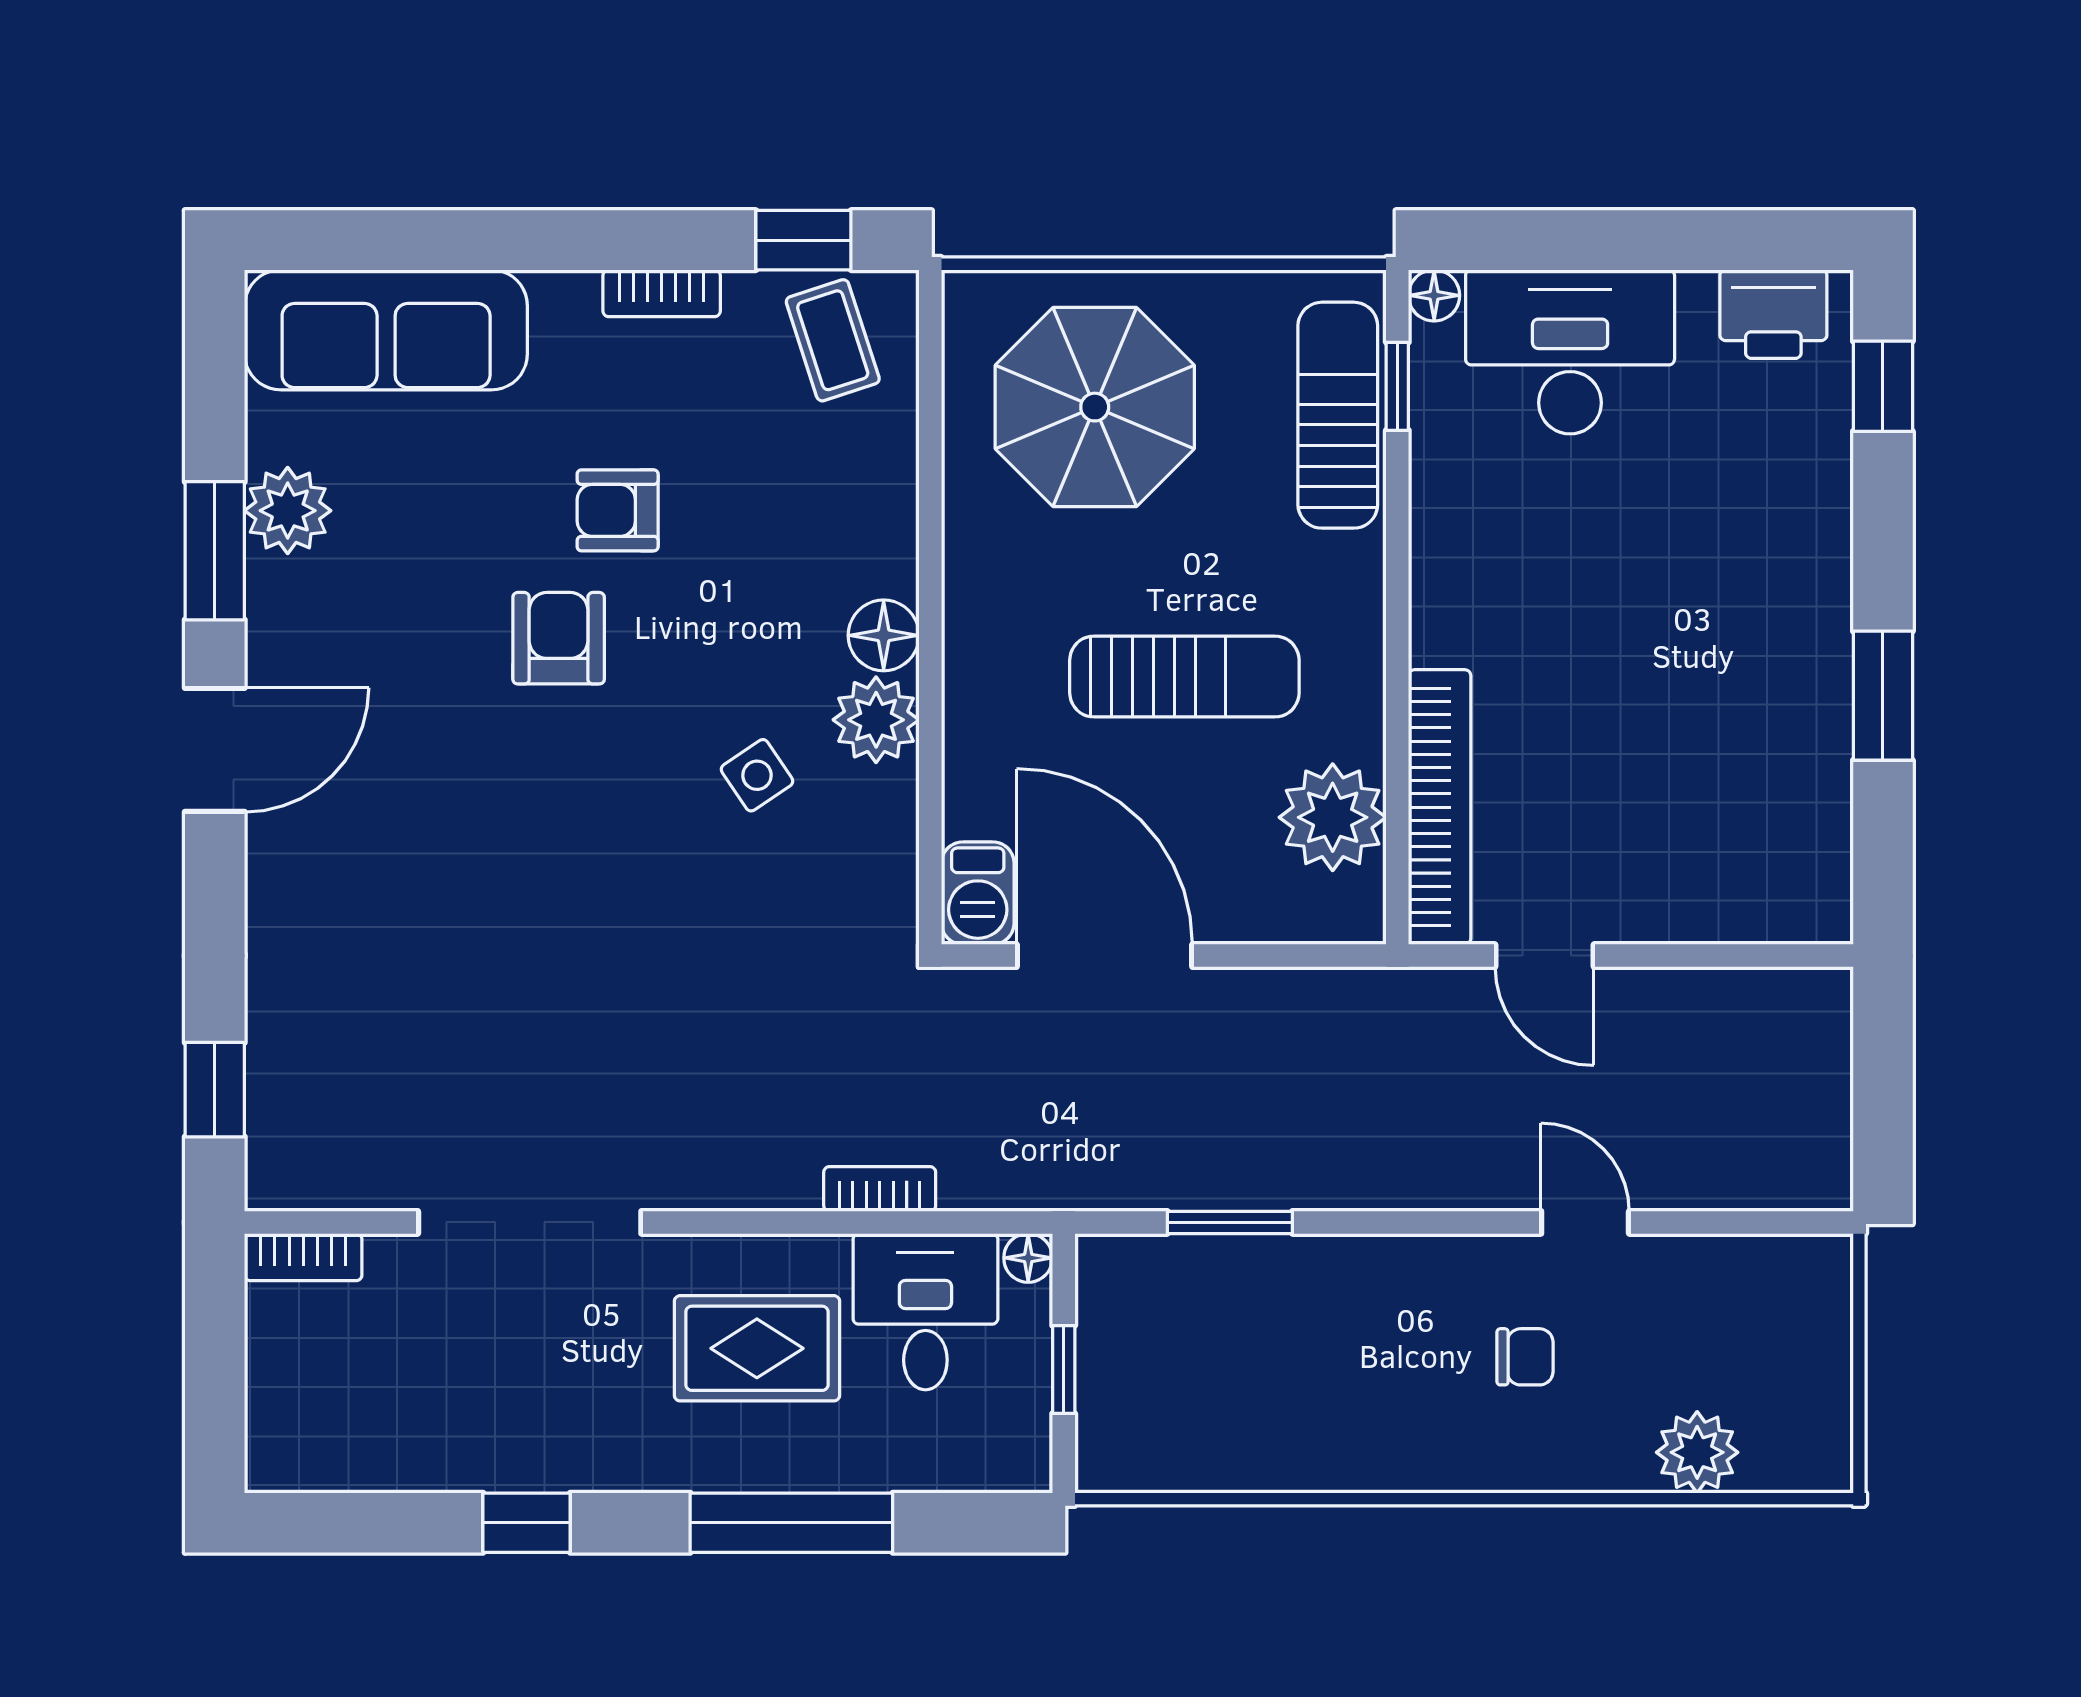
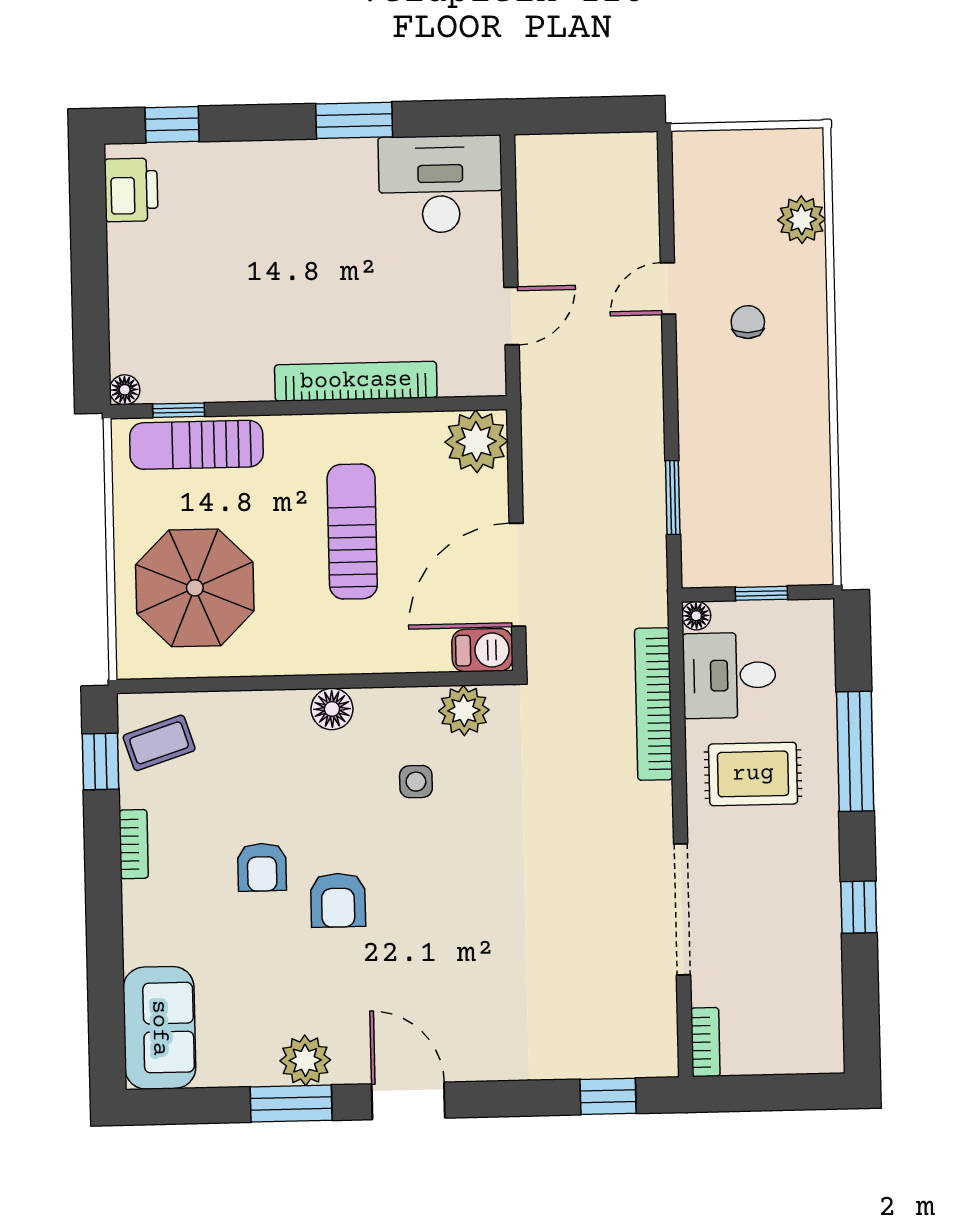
sofa: (386, 330) -> (159, 1028), width x0.73
desk: (1570, 352) -> (440, 184), moved, turned 90
plant: (288, 511) -> (305, 1060), moved
armchair: (559, 638) -> (338, 900), turned -90
plant: (876, 720) -> (464, 710), moved
side table: (757, 775) -> (416, 782), turned 34
bookcase: (1440, 807) -> (356, 381), moved
plant: (1333, 817) -> (476, 441), moved
bookcase: (880, 1189) -> (654, 704), width x2.31, depth x1.31
rug: (757, 1348) -> (753, 774), turned 90

